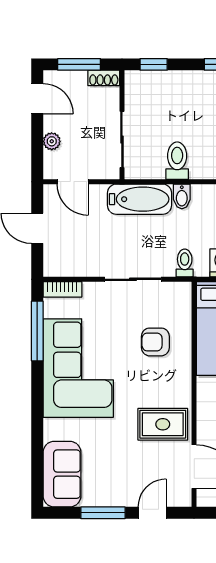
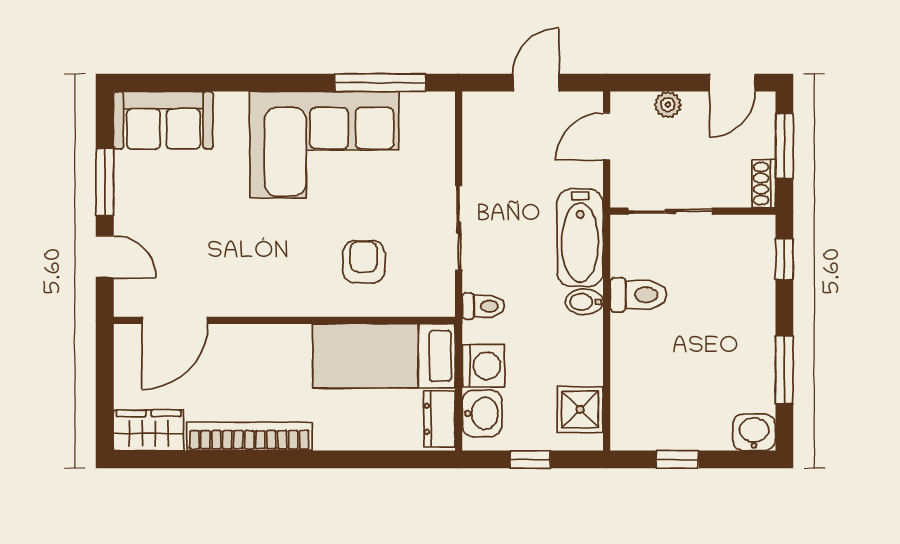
bookcase: (62, 289) -> (443, 121), removed
rug: (163, 424) -> (239, 273), removed

